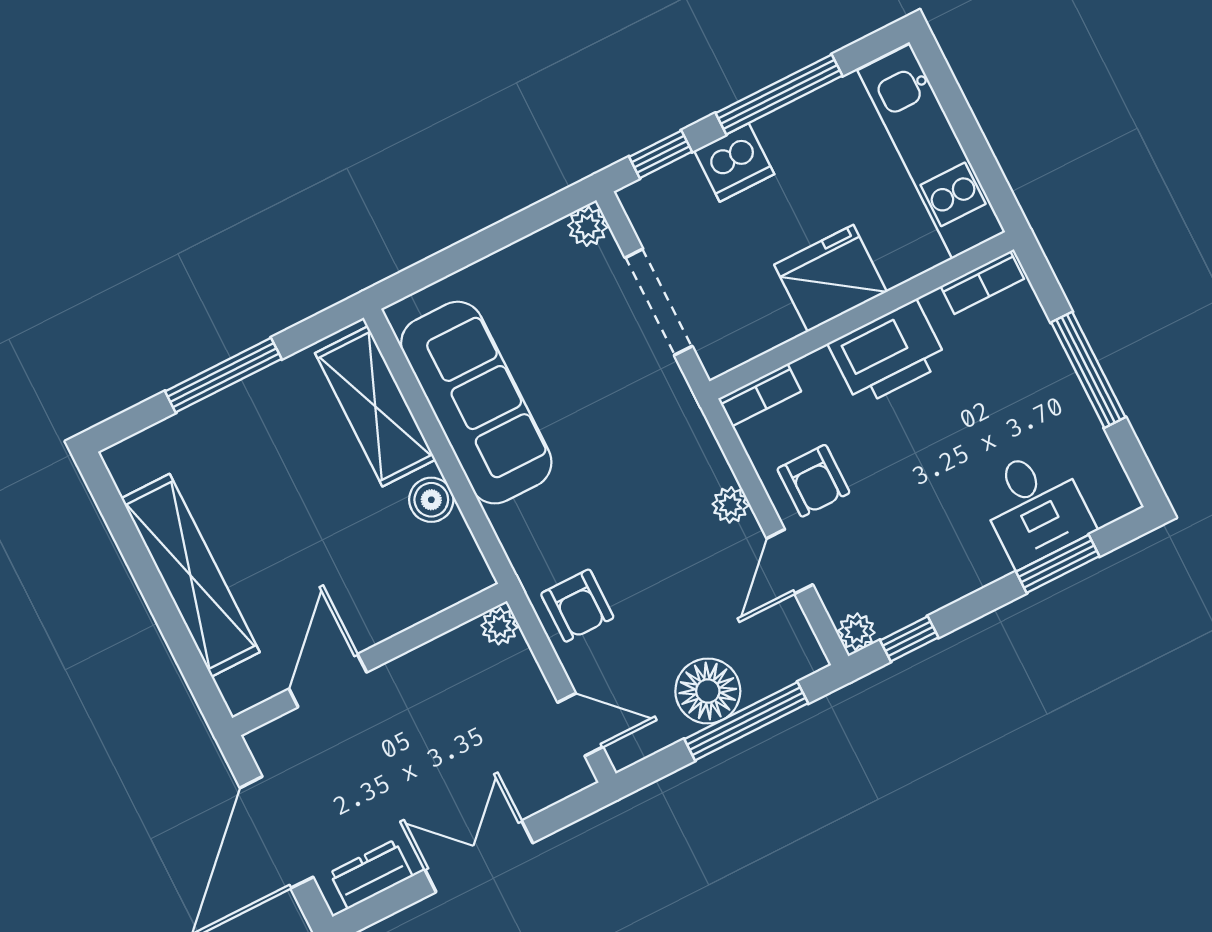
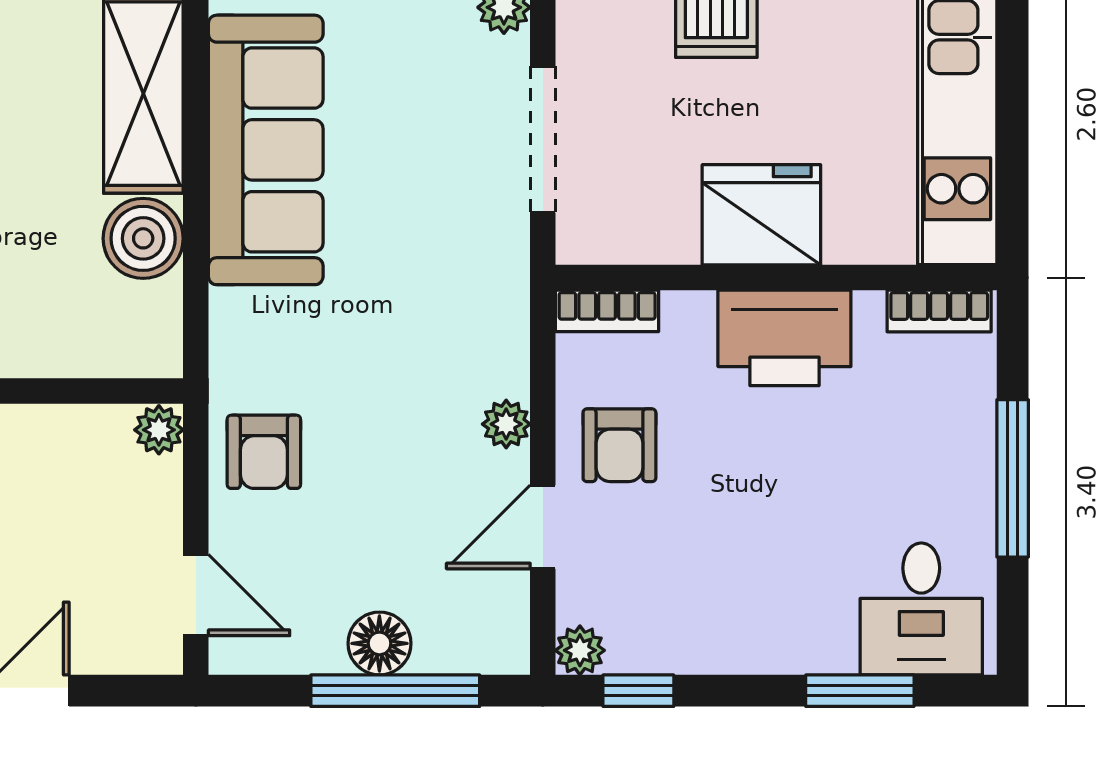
boiler: (431, 500) -> (143, 238), width x1.36, depth x1.36
desk: (1035, 507) -> (921, 609), moved
floor lamp: (708, 691) -> (379, 643), width x0.73, depth x0.73

